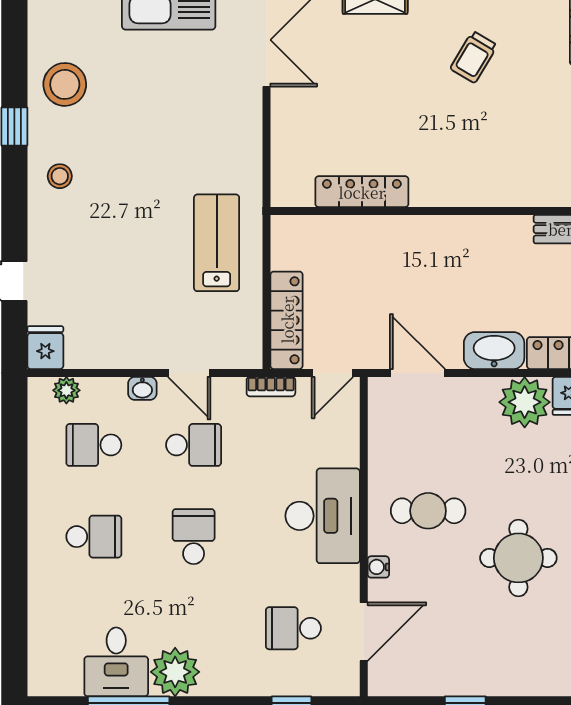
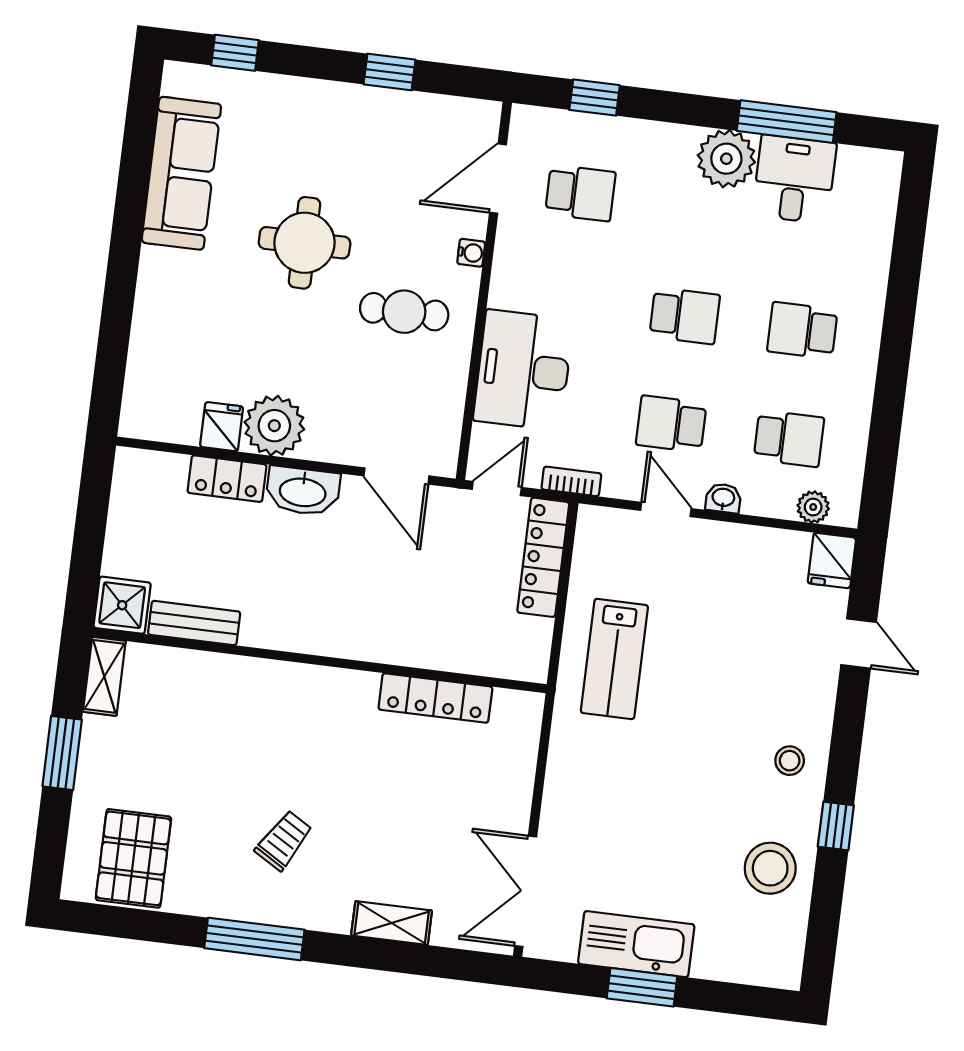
desk: (323, 516) -> (523, 370), moved
school desk: (194, 537) -> (685, 316), turned -90

